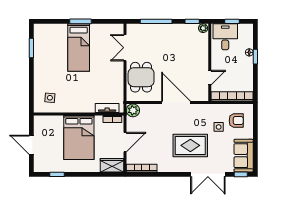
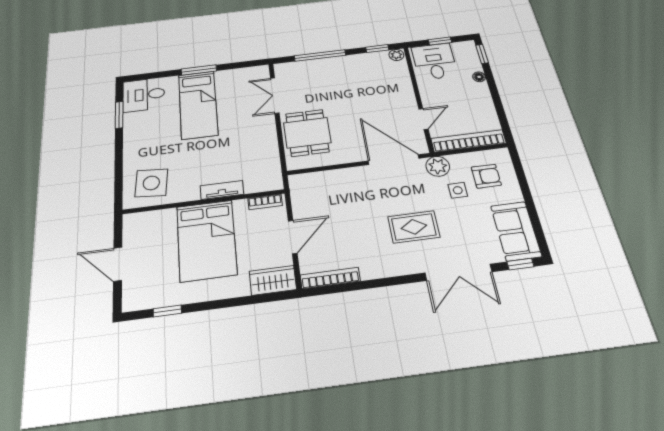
desk: (46, 35) -> (144, 95), added
window: (255, 57) -> (482, 54), moved
side table: (50, 98) -> (151, 183), width x1.87, depth x1.87
door: (176, 102) -> (394, 160), moved
tv unit: (107, 108) -> (222, 190), moved
plant: (133, 110) -> (438, 166), moved
rug: (190, 145) -> (414, 227), width x0.73, depth x0.70

